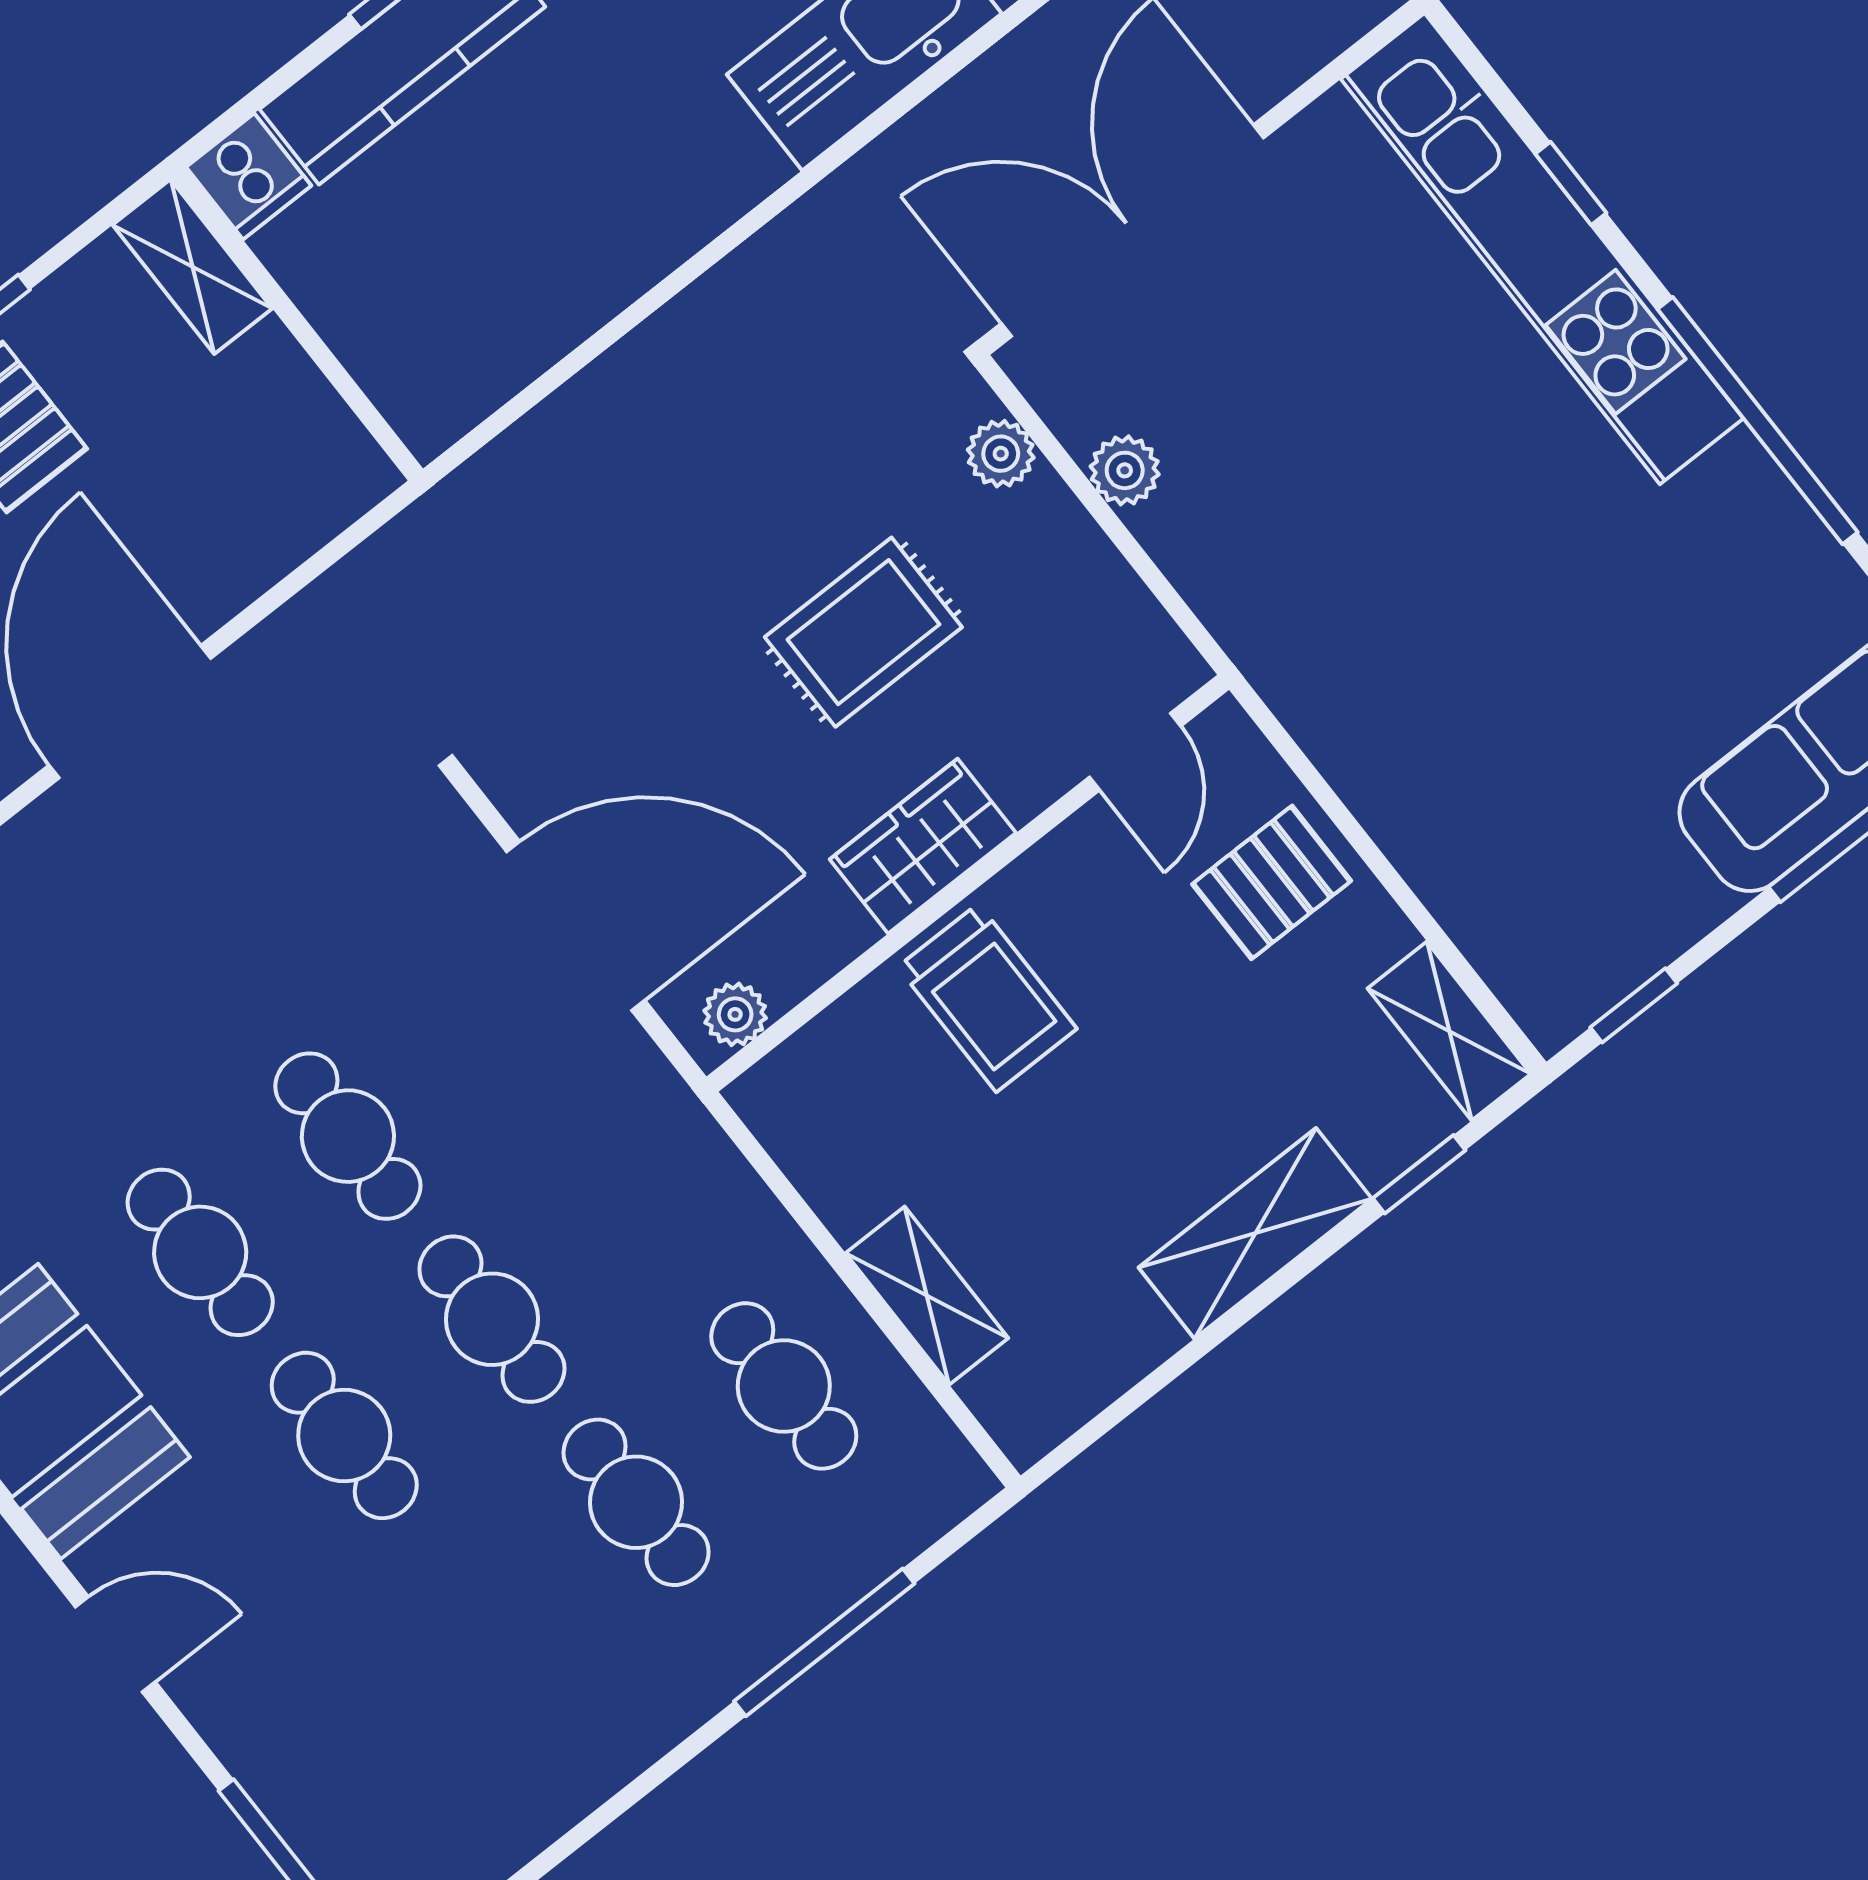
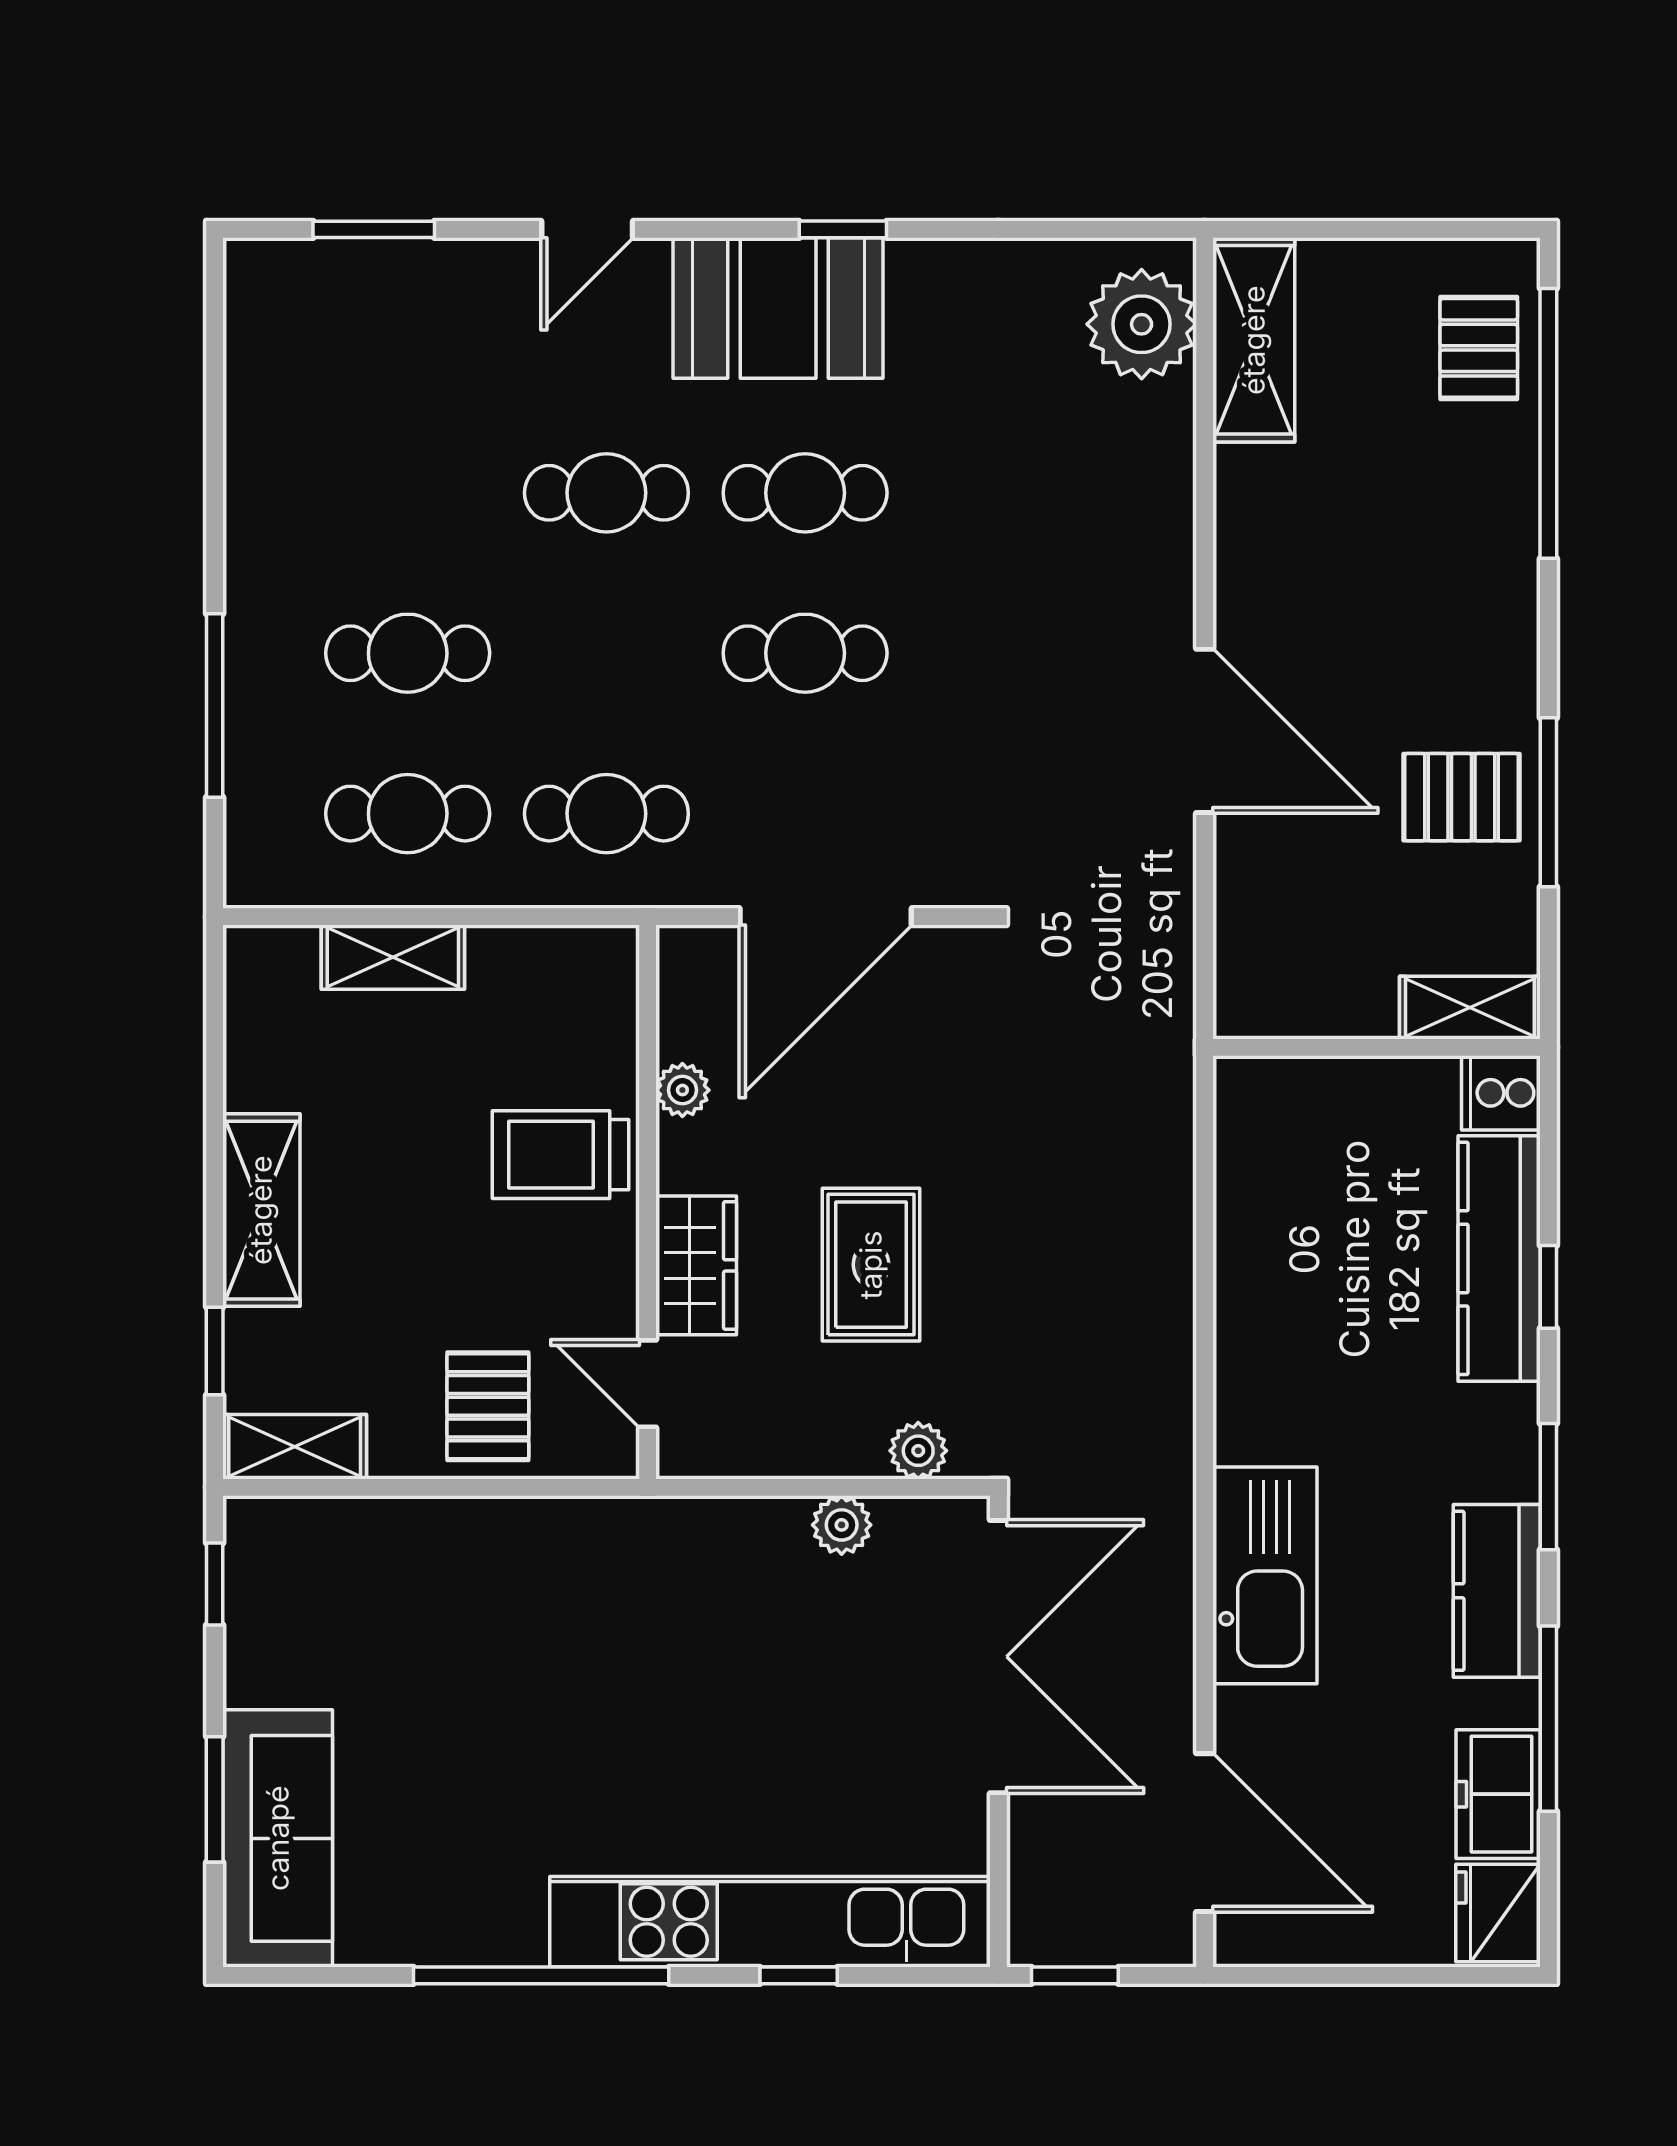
wardrobe: (923, 846) -> (696, 1265), moved
plant: (735, 1014) -> (682, 1090), moved
cafe table: (492, 1319) -> (606, 814), moved

